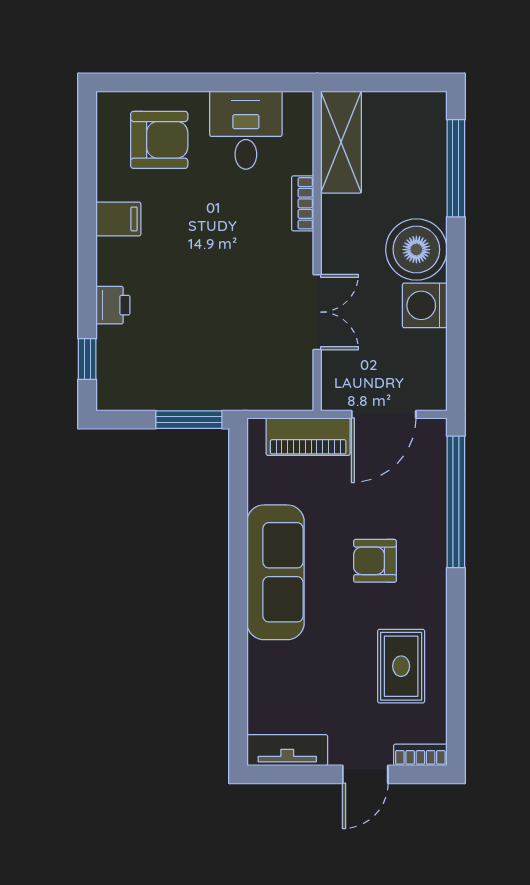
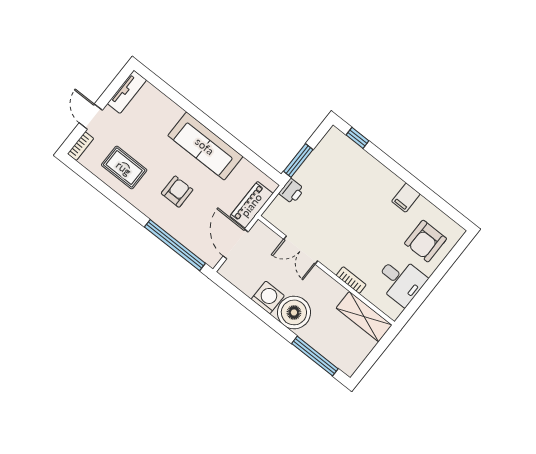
printer: (113, 305) -> (292, 191), moved, turned -90

